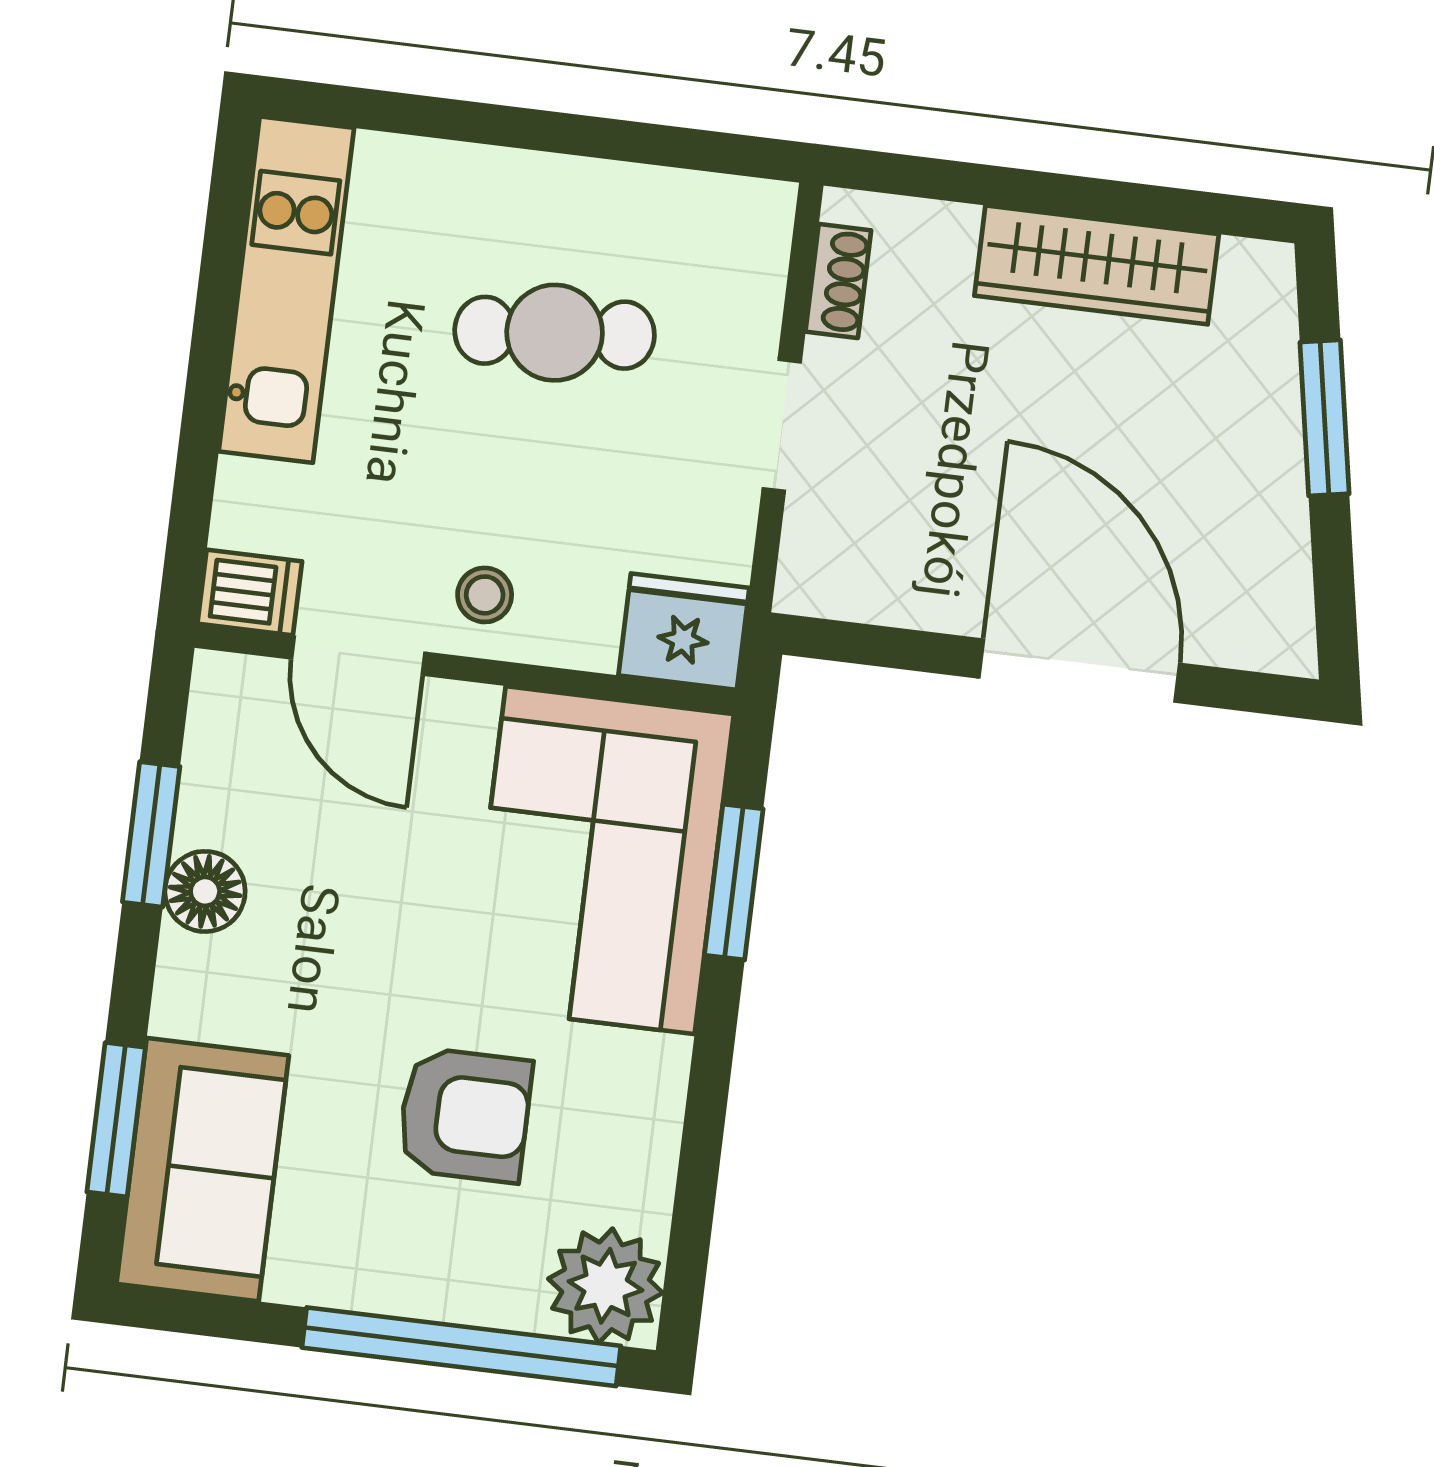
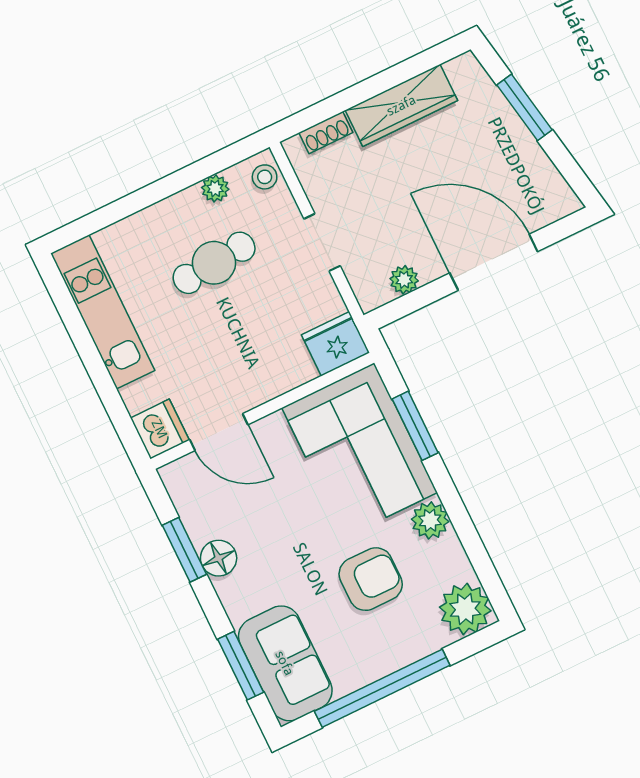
plant: (647, 195) -> (215, 188), added
shoe rack: (838, 281) -> (326, 133), moved, turned 90
dishwasher: (250, 592) -> (160, 429), width x1.38
stool: (485, 595) -> (265, 177), moved
plant: (890, 595) -> (404, 280), added
plant: (647, 1077) -> (430, 520), added
window: (461, 1347) -> (382, 688), moved

